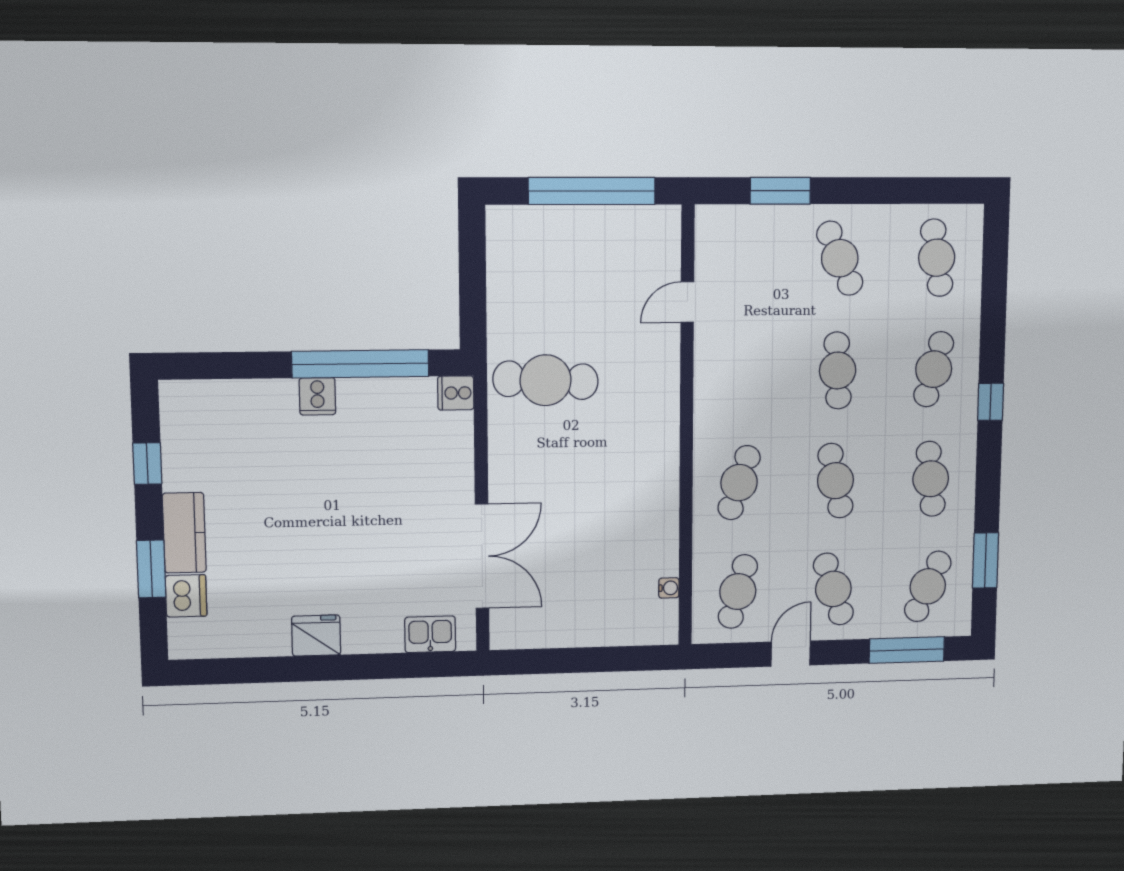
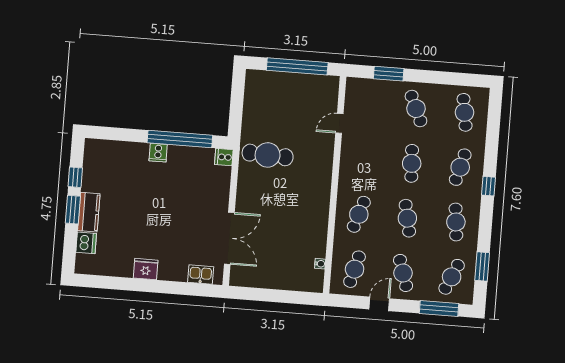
window: (151, 569) -> (73, 210), moved

